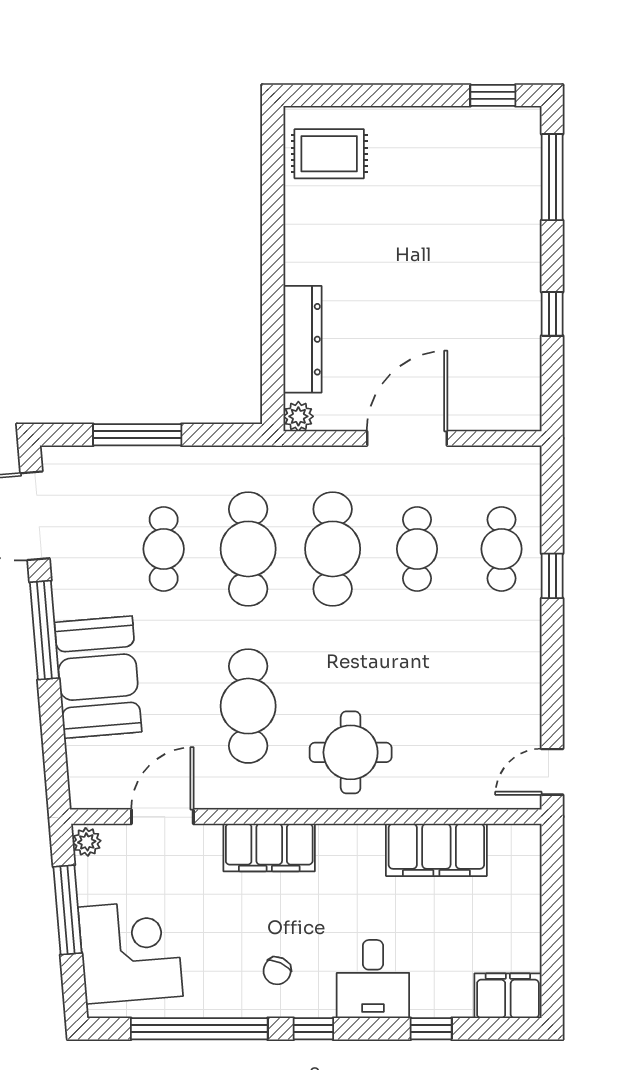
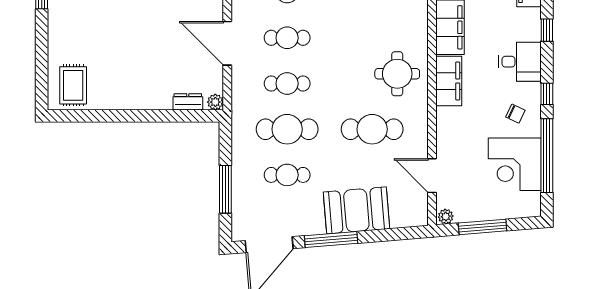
dresser: (302, 339) -> (188, 102), width x0.51, depth x0.80
cafe table: (333, 549) -> (287, 83), width x0.73, depth x0.74
filing cabinet: (269, 847) -> (449, 81), moved
corner desk: (130, 952) -> (515, 164), moved, turned -85

